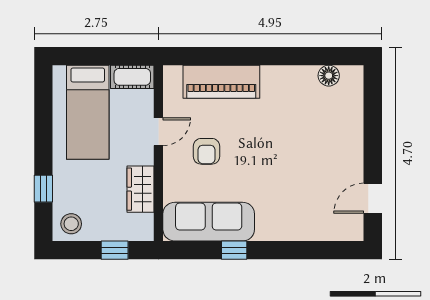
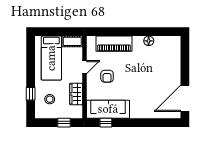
floor lamp: (329, 76) -> (149, 41), moved
door: (373, 198) -> (185, 98), width x1.87
stool: (71, 224) -> (50, 99), moved
window: (234, 250) -> (106, 123), moved

